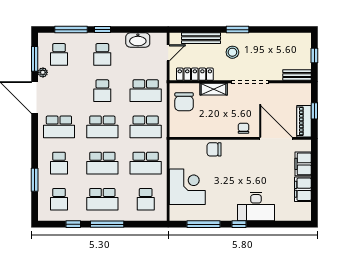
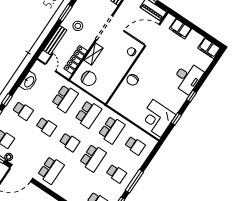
school desk: (102, 127) -> (70, 142), width x0.54
school desk: (59, 163) -> (74, 186), removed
corner desk: (187, 187) -> (157, 118), moved, turned -90
filing cabinet: (303, 189) -> (209, 48), moved
school desk: (102, 199) -> (116, 173), width x0.54
window: (204, 224) -> (176, 119), width x0.46

